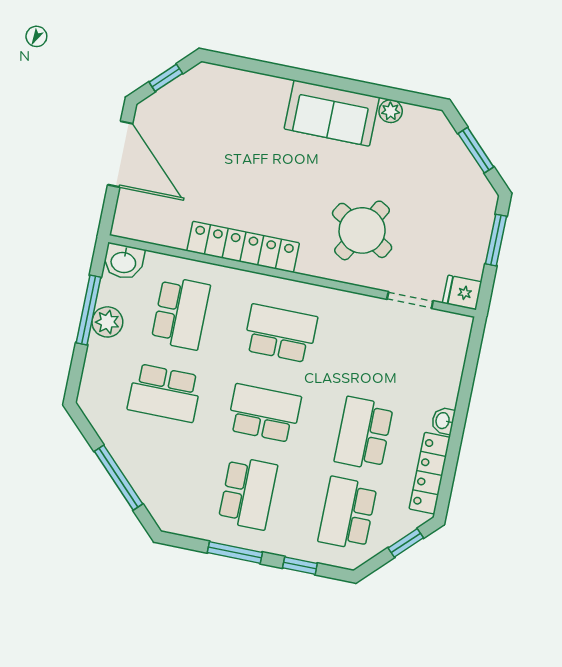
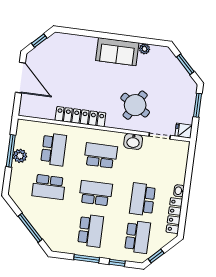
washbasin: (124, 262) -> (133, 141), moved
school desk: (347, 513) -> (138, 237), turned 180
window: (406, 543) -> (156, 256), moved

